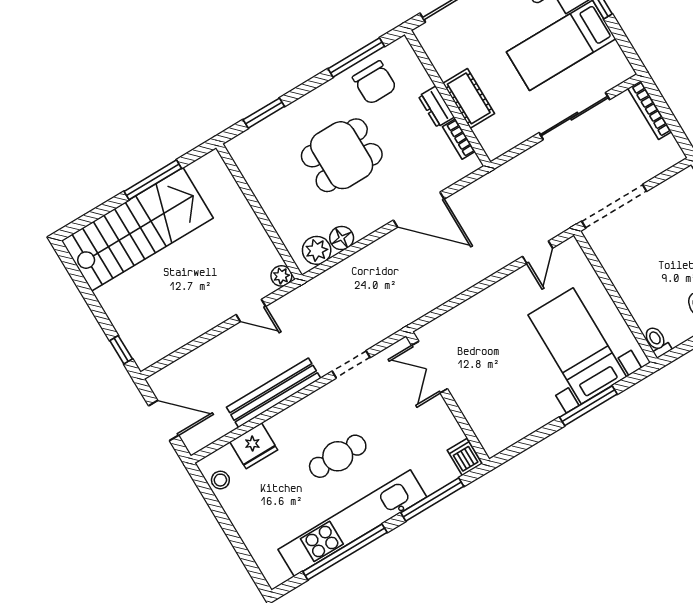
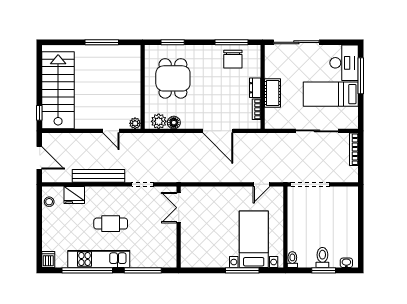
dining table: (342, 155) -> (173, 78), moved, turned 90
stairs: (137, 229) -> (58, 90), moved, turned -90
dishwasher: (465, 457) -> (48, 260), moved
kitchen unit: (352, 523) -> (99, 259), width x0.73

